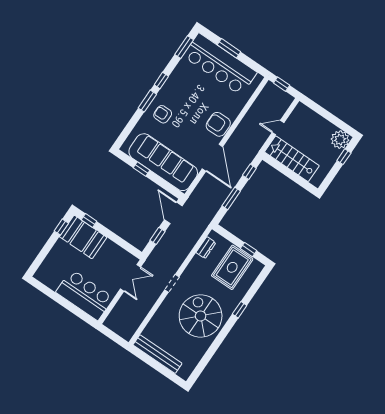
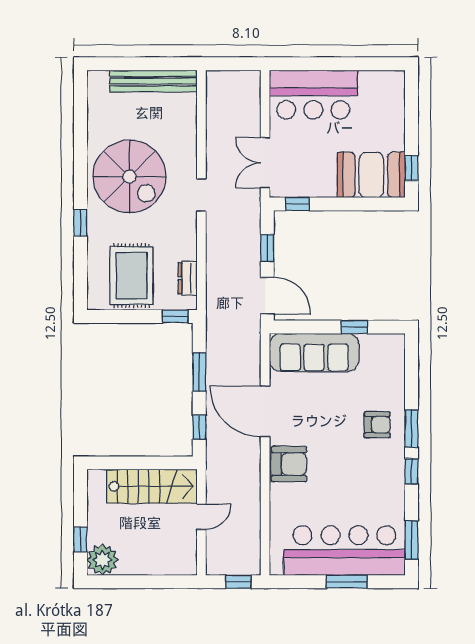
sofa: (163, 162) -> (314, 352), width x0.74, depth x0.79
window: (89, 220) -> (297, 204), moved
window: (249, 250) -> (175, 316), moved

